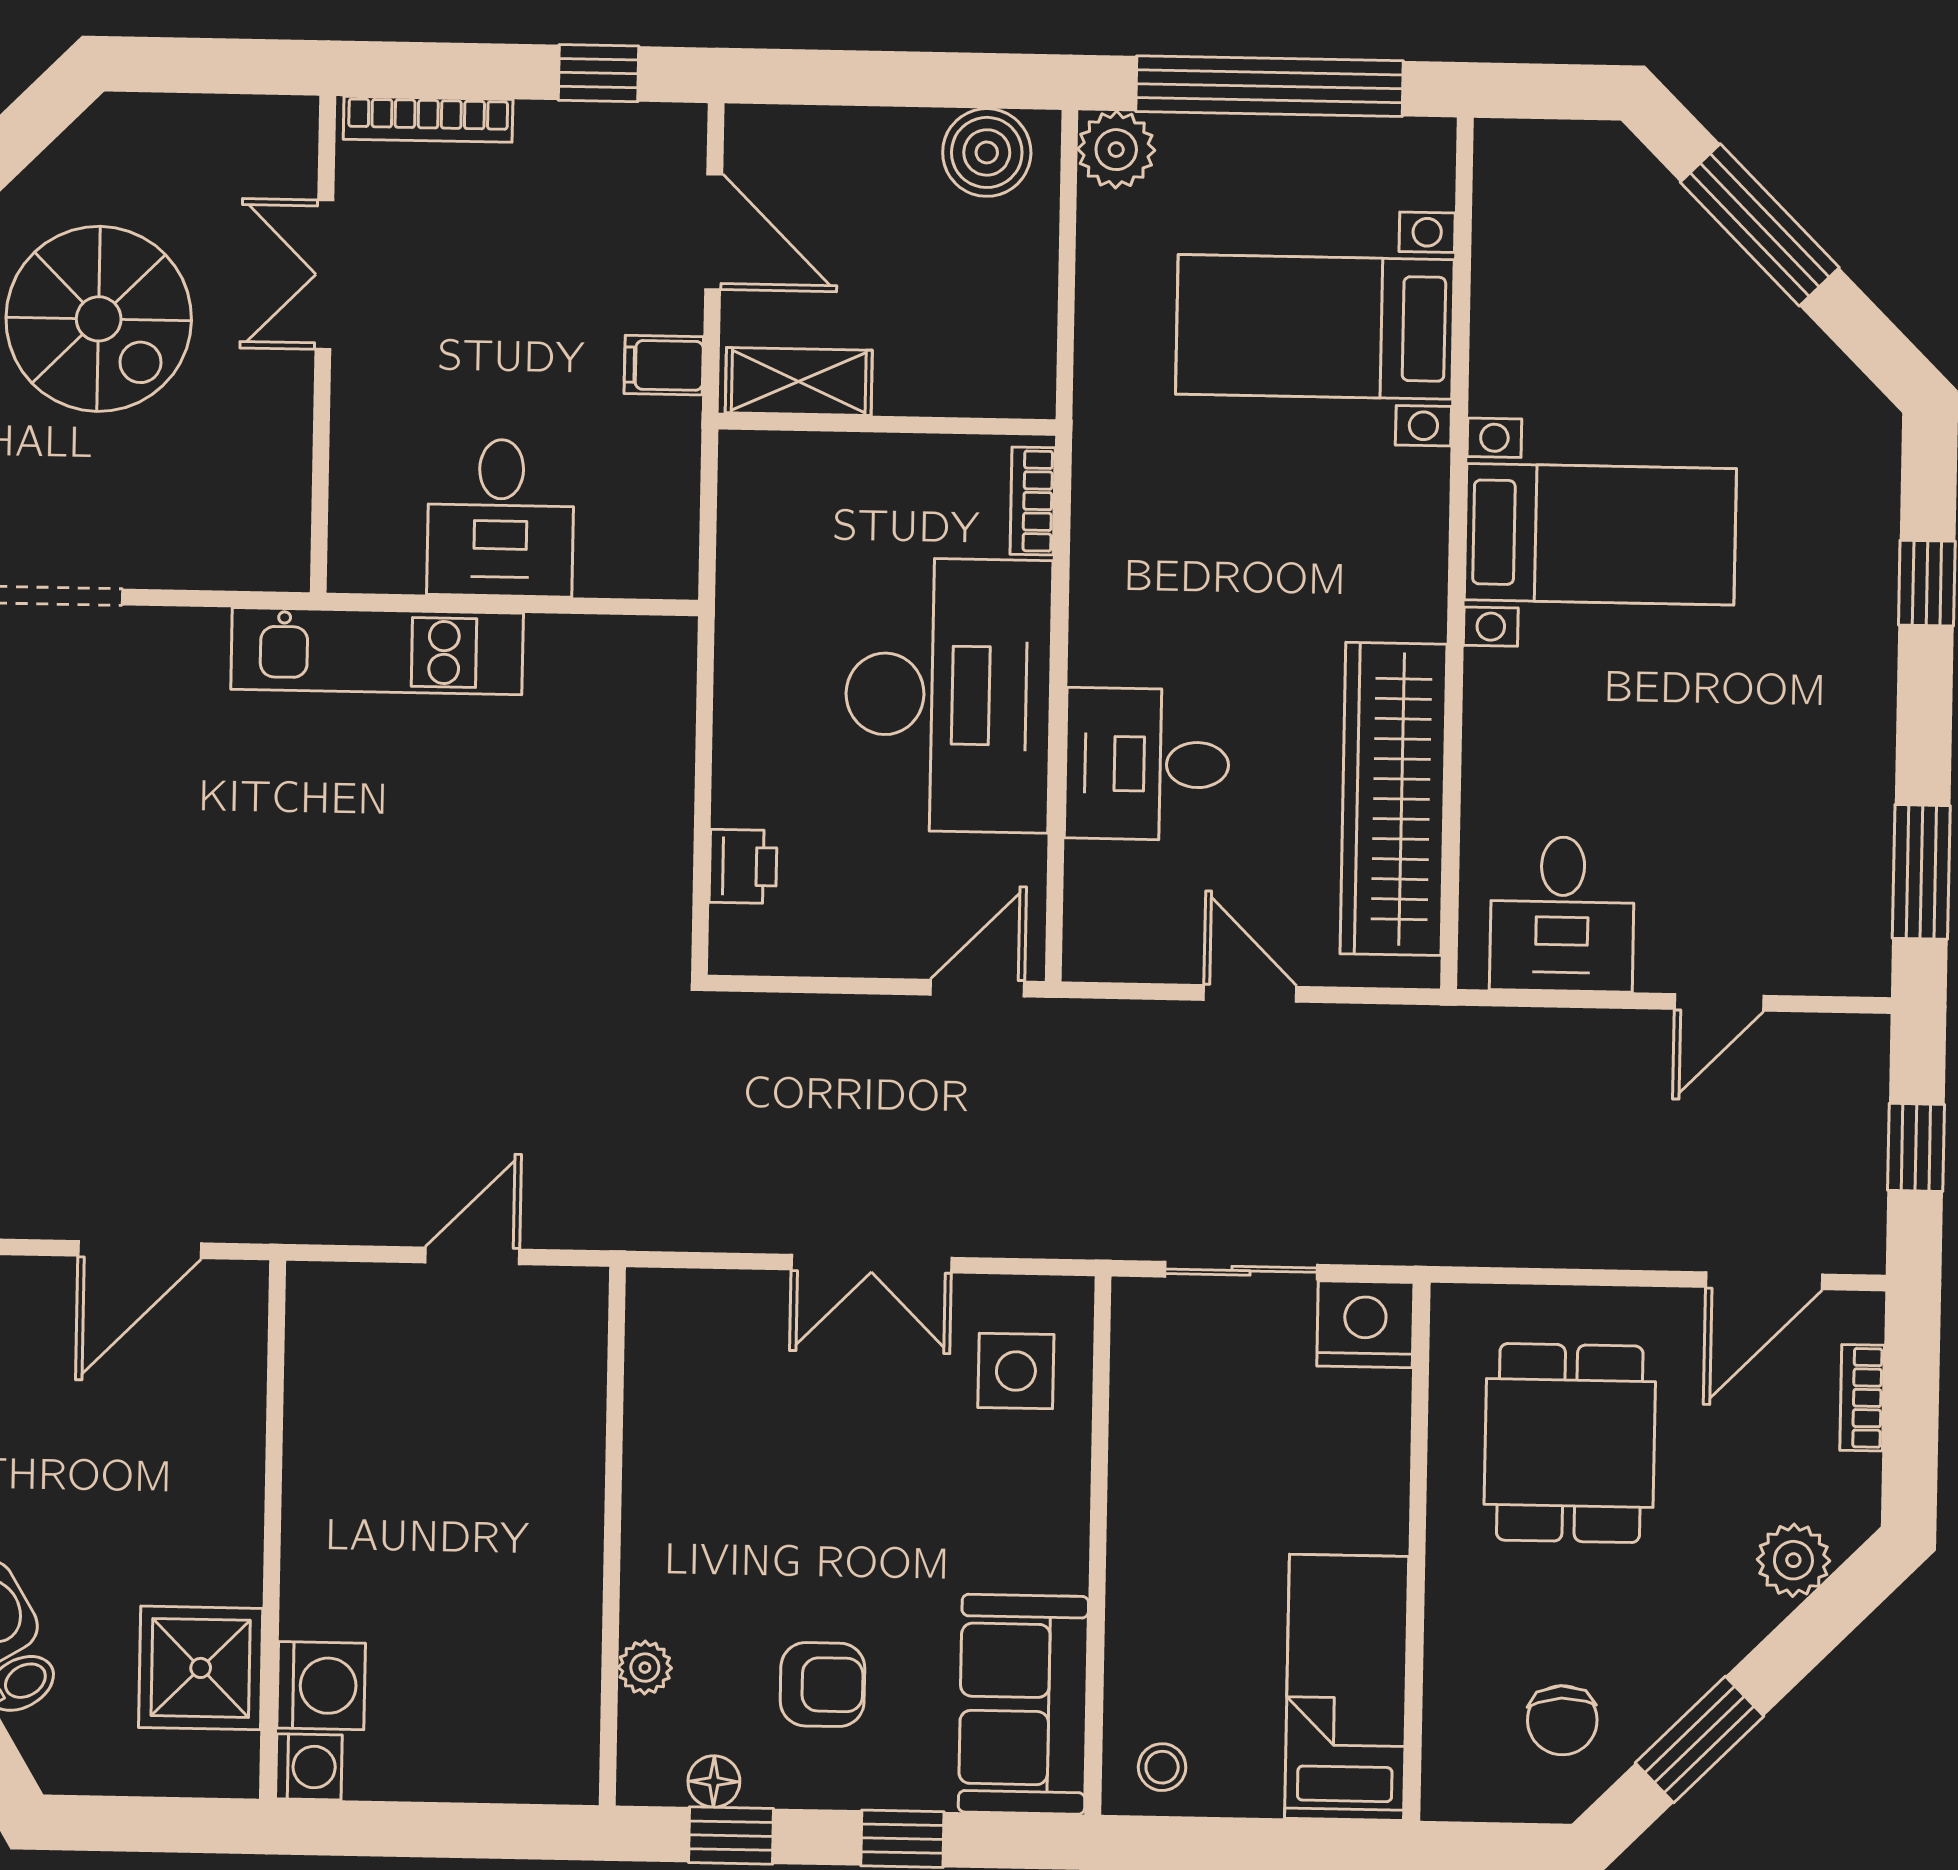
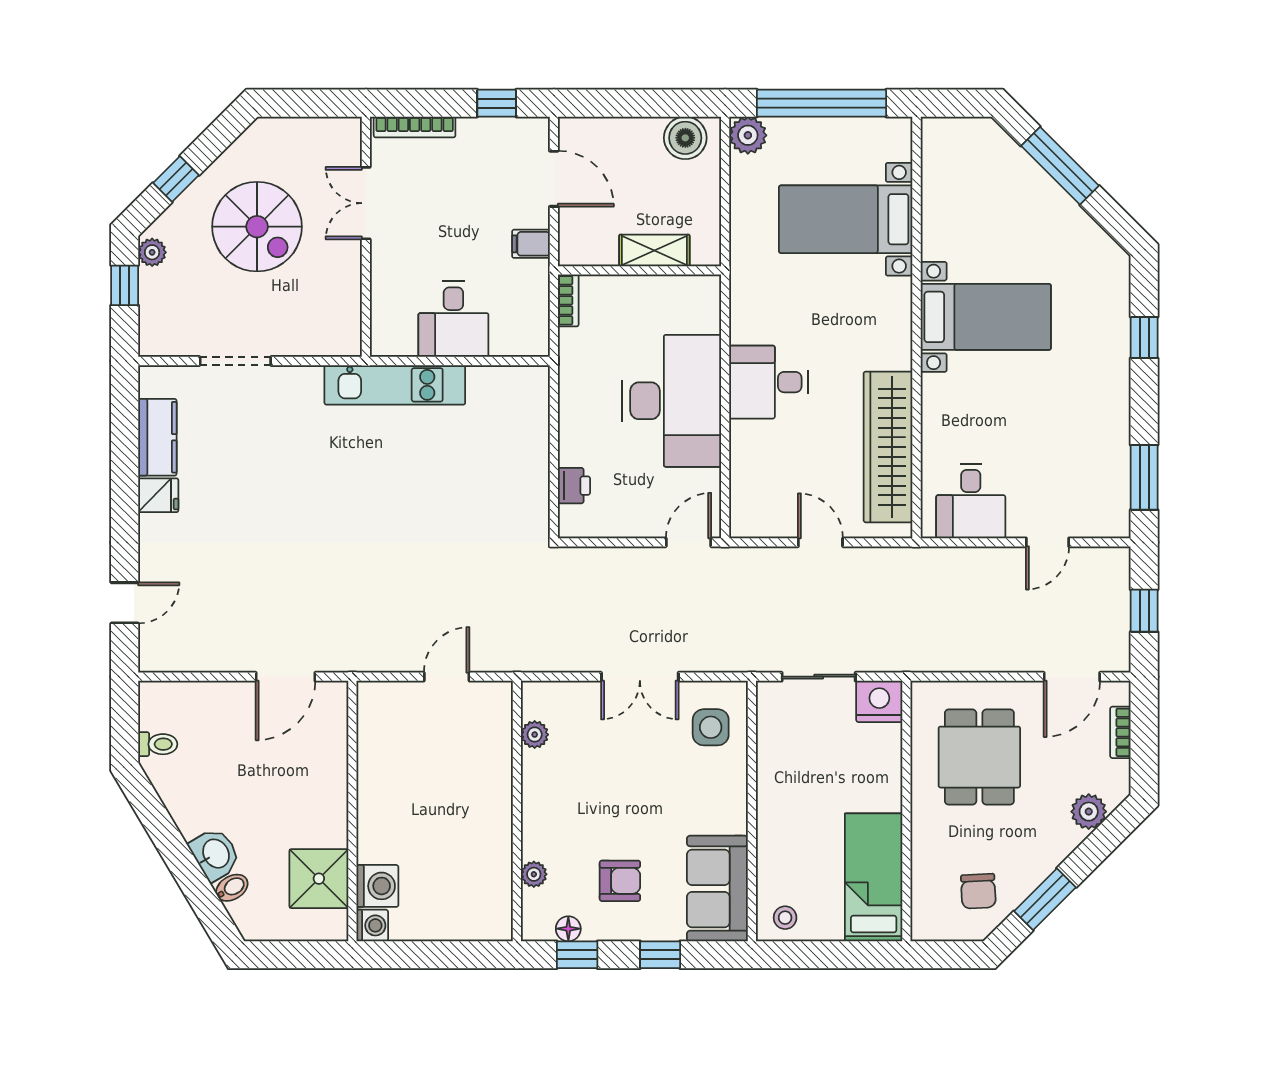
shelving: (799, 382) -> (654, 250), moved
bookcase: (1033, 501) -> (568, 300), moved, turned 180
desk: (1147, 764) -> (768, 382), moved
plant: (652, 1379) -> (535, 735), added

